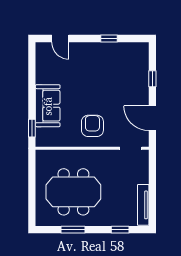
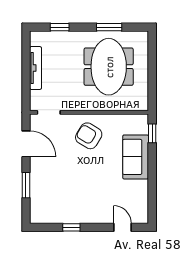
window: (152, 79) -> (26, 185), width x1.50
armchair: (92, 126) -> (89, 136), turned 121
meeting table: (73, 192) -> (109, 67), turned 90
tv unit: (143, 205) -> (36, 68), moved

